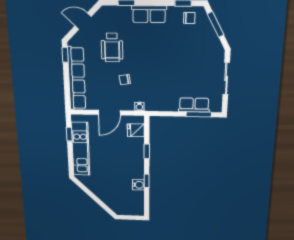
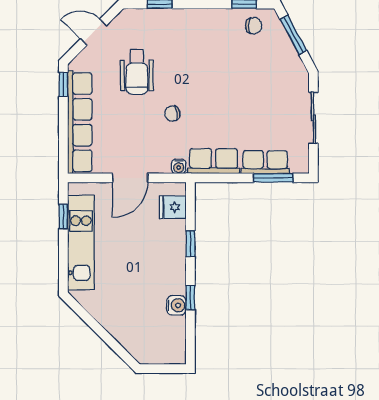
row of seats: (149, 14) -> (214, 161), moved, turned 180
chair: (125, 80) -> (172, 114), moved

